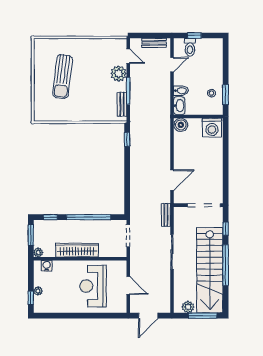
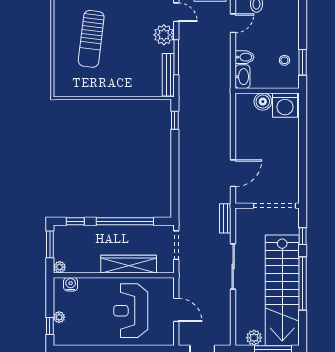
bench: (122, 104) -> (168, 75), width x1.36
boiler: (181, 125) -> (263, 102), moved
wardrobe: (77, 250) -> (129, 264), moved

